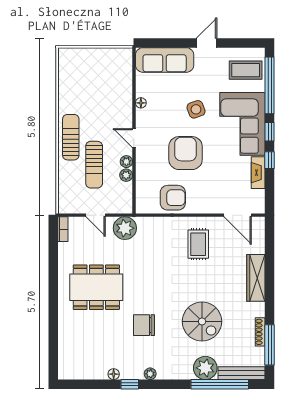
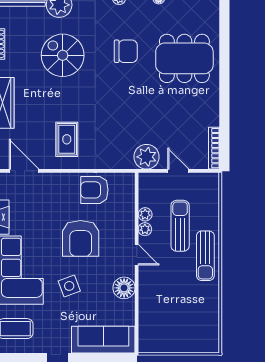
floor lamp: (141, 103) -> (124, 288), width x1.89, depth x1.89
bookcase: (63, 229) -> (214, 148), width x1.56
dining table: (96, 287) -> (184, 58), moved

